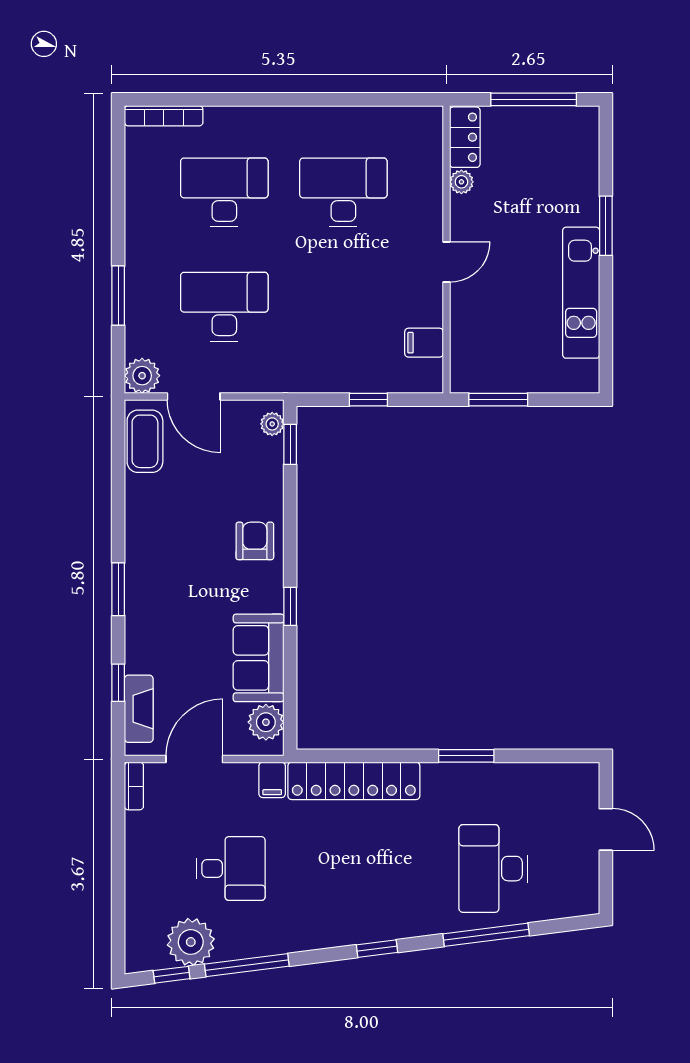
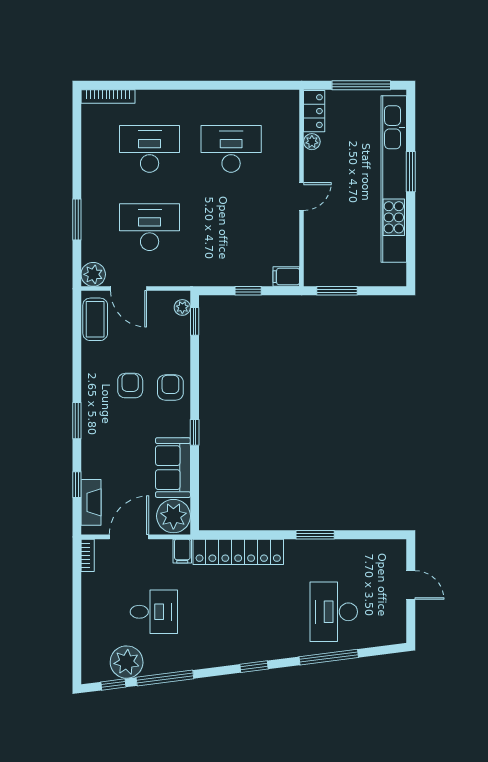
kitchen unit: (581, 293) -> (394, 179), width x1.86
filing cabinet: (424, 343) -> (286, 277), moved
armchair: (196, 538) -> (130, 386), added
plant: (266, 722) -> (173, 516), width x1.36, depth x1.36

